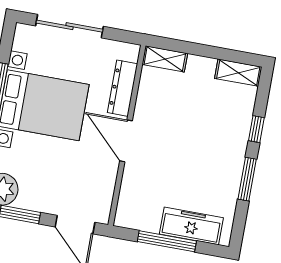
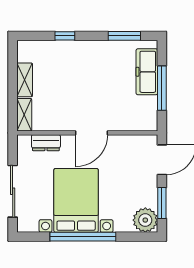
shelving: (238, 73) -> (25, 80), moved
dresser: (123, 88) -> (46, 143), width x0.70
window: (247, 179) -> (124, 36), moved

